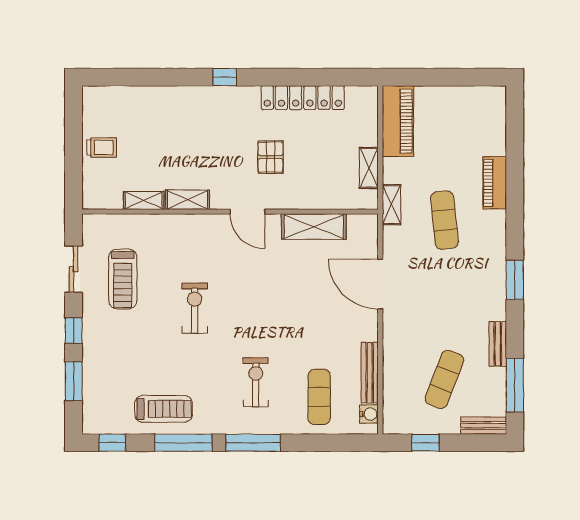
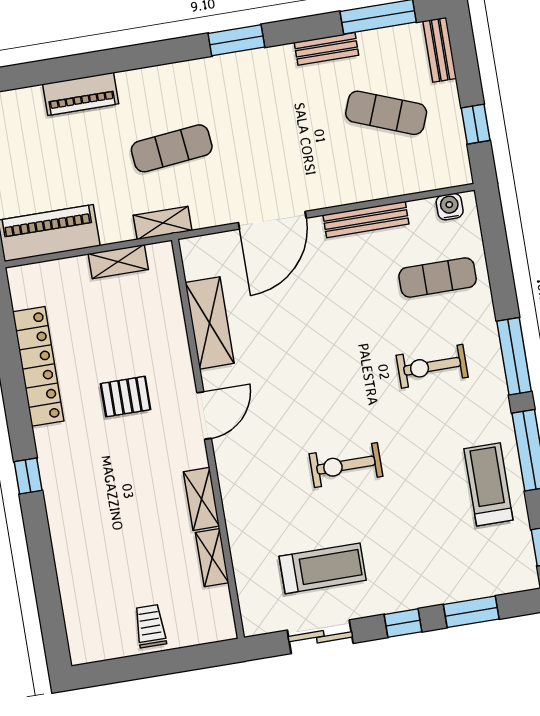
piano: (495, 183) -> (81, 94), moved
bench: (370, 373) -> (366, 220), moved

